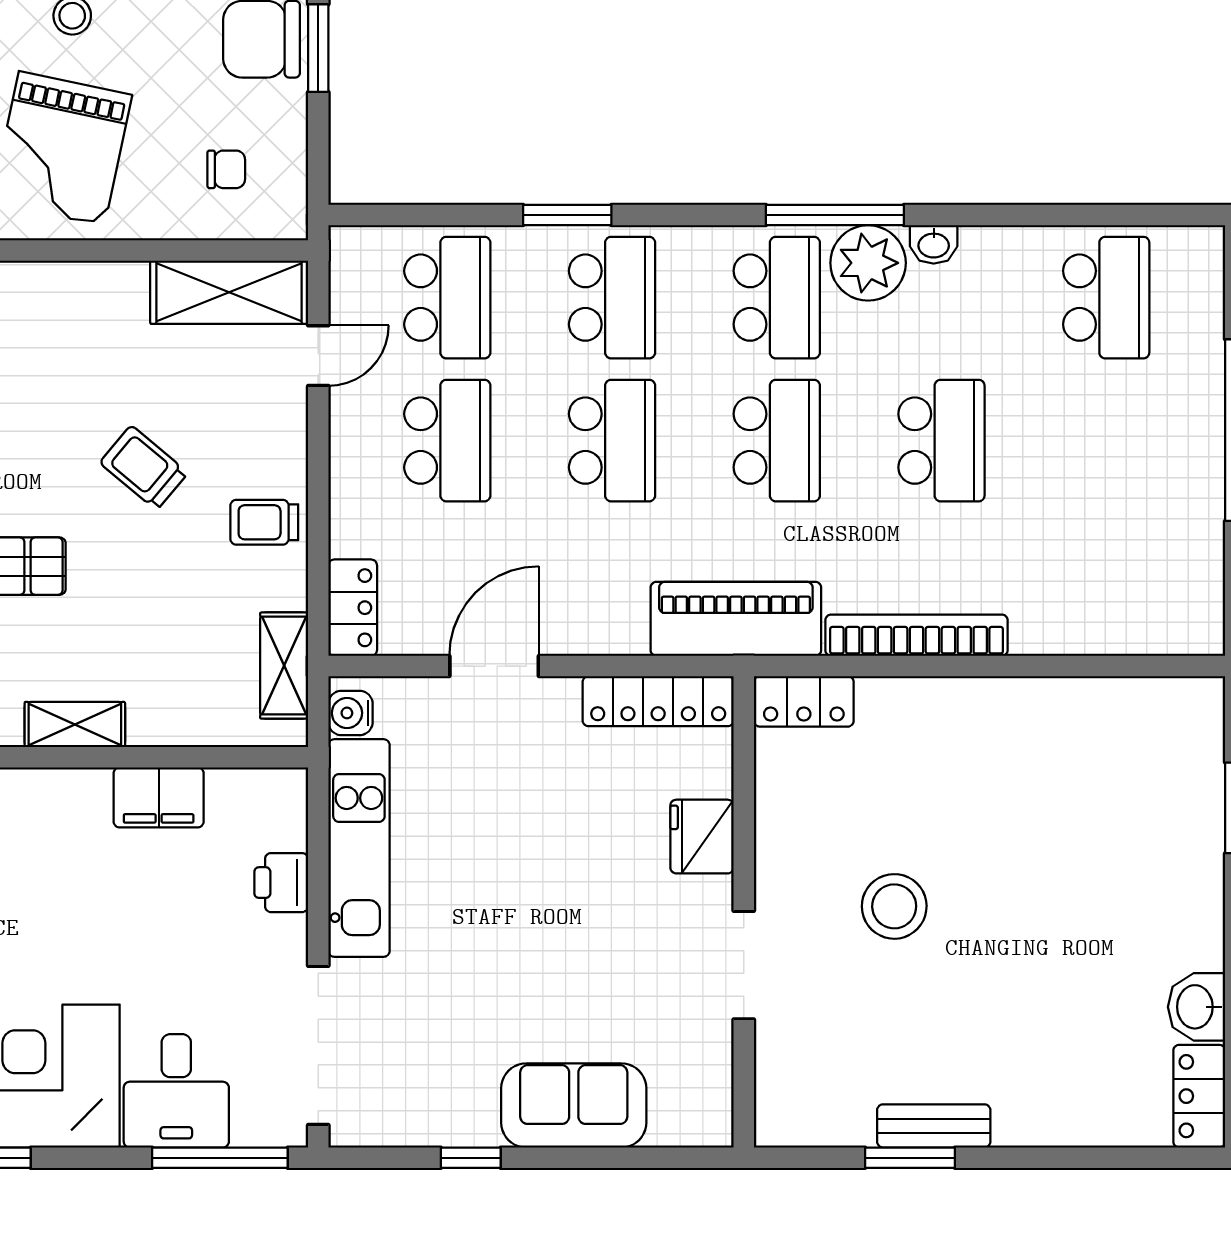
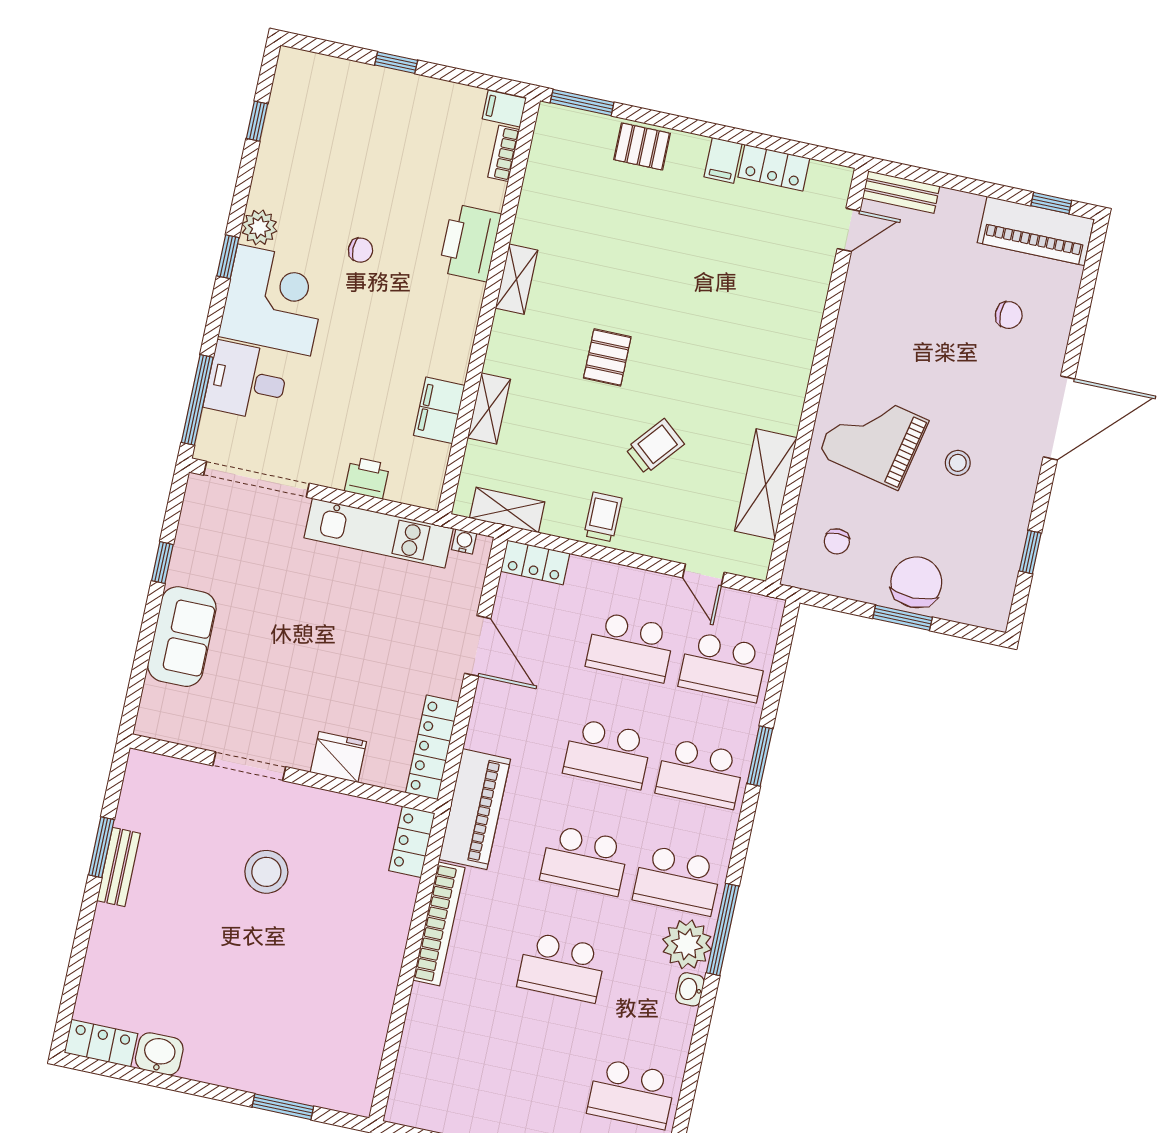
shelving: (229, 292) -> (766, 484), moved
water cooler: (350, 713) -> (464, 542), width x0.72, depth x0.72
shelving: (75, 725) -> (489, 409), moved

